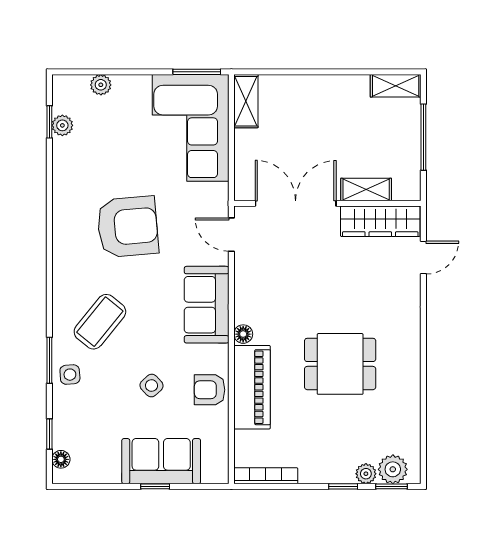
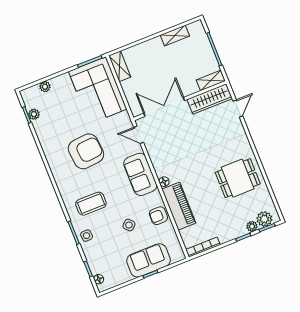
shelving: (396, 86) -> (175, 36), moved
shelving: (366, 189) -> (211, 80), moved
coffee table: (100, 322) -> (91, 204), turned 51
dining table: (340, 364) -> (238, 178), moved

